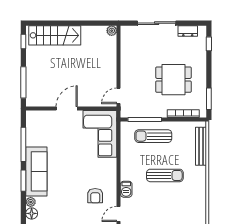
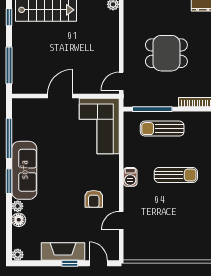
dining table: (173, 80) -> (166, 53), moved
barbecue: (126, 189) -> (130, 177), moved

